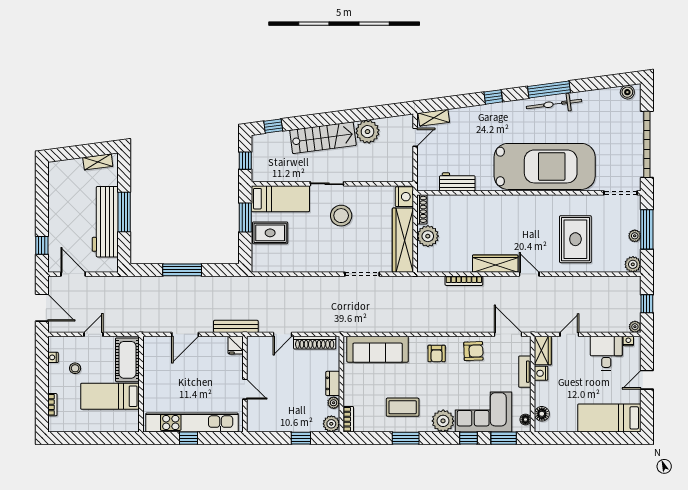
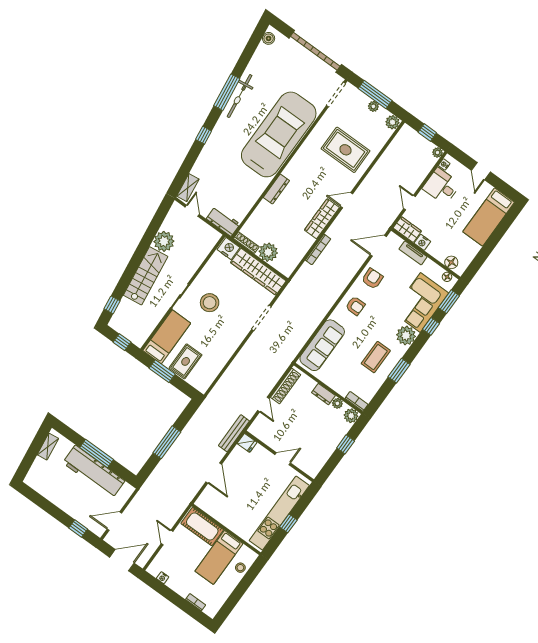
workbench: (457, 182) -> (223, 221), moved, turned 90
dresser: (492, 201) -> (276, 189), added
stool: (75, 368) -> (240, 568), moved

